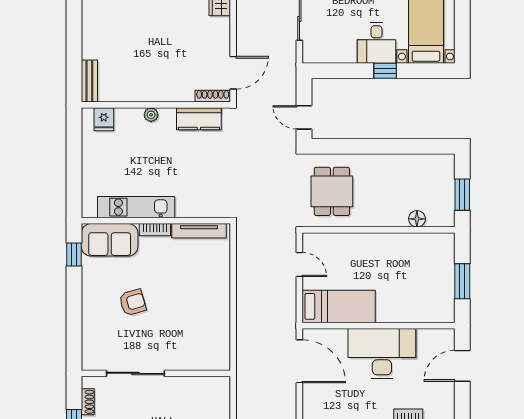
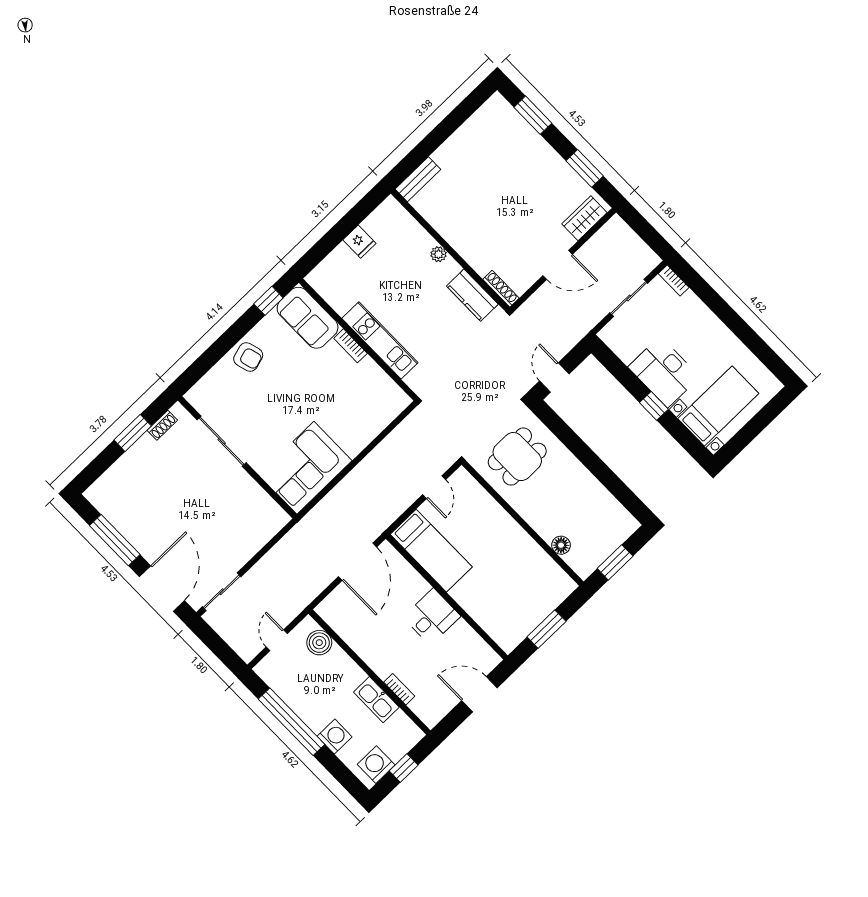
desk: (377, 43) -> (664, 372), width x1.37
door: (233, 73) -> (558, 265), moved
fridge: (104, 119) -> (359, 242), moved, turned -90
kitchen unit: (136, 207) -> (380, 340), moved
tv unit: (199, 231) -> (383, 382), removed
armchair: (133, 302) -> (248, 357), moved
corner sofa: (206, 336) -> (305, 468), added
desk: (382, 354) -> (432, 617), width x0.53, depth x0.77

